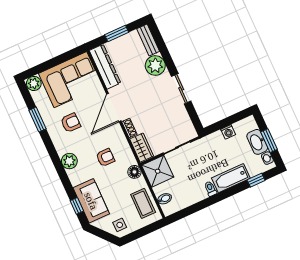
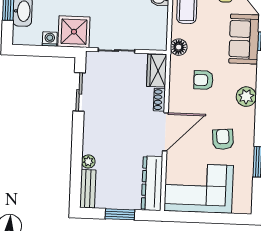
plant: (155, 66) -> (88, 161), width x0.53, depth x0.53
plant: (34, 83) -> (242, 205), removed
sliding door: (181, 89) -> (79, 92), moved
armchair: (71, 123) -> (223, 139), turned 85
shower: (158, 171) -> (74, 32), moved

